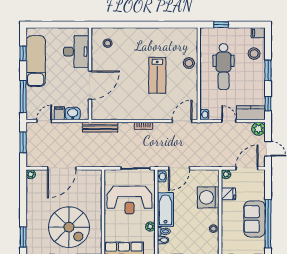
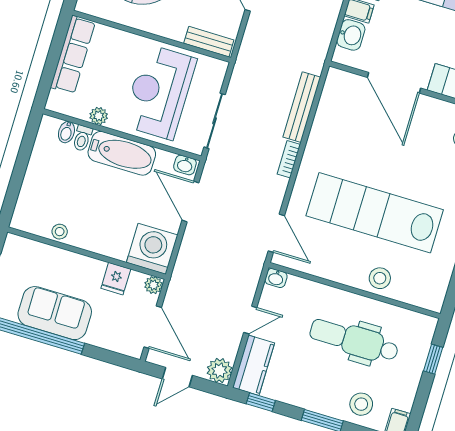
lab bench: (157, 75) -> (375, 213), width x1.86, depth x1.39
bench: (100, 127) -> (302, 107), moved
bench: (97, 183) -> (209, 42), added
washing machine: (208, 197) -> (152, 249), moved

